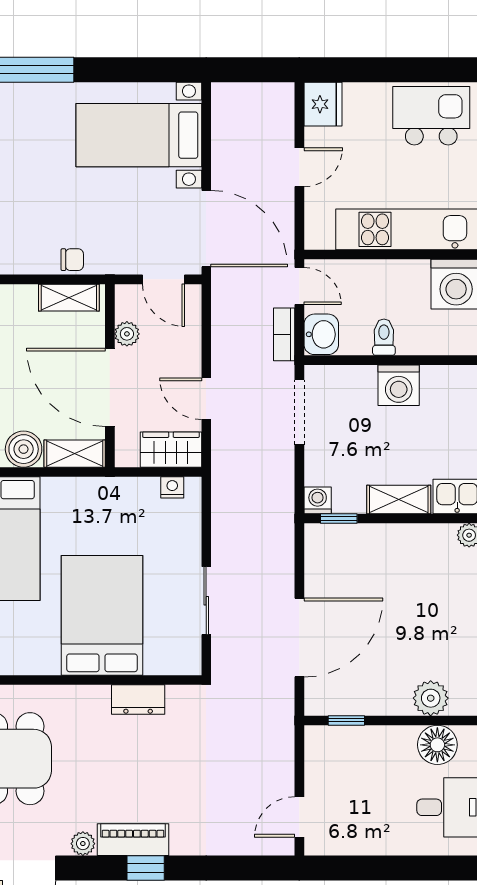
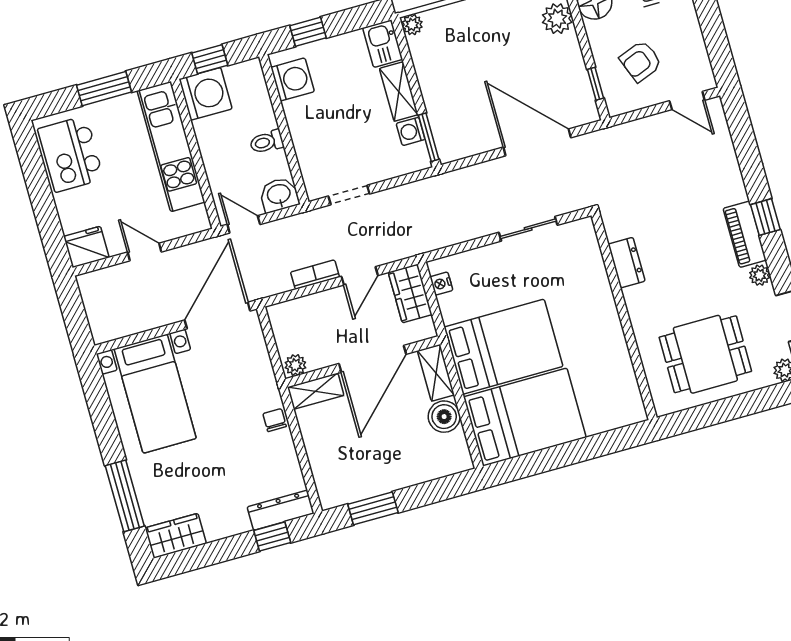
door: (163, 279) -> (270, 339), removed
door: (299, 286) -> (244, 224), hinge flipped
shelving: (69, 298) -> (316, 391), moved, turned 90
plant: (127, 334) -> (295, 365), moved
bookcase: (284, 334) -> (315, 275), moved, turned 180
washing machine: (399, 385) -> (293, 79), moved
doorway: (299, 412) -> (349, 195), width x0.73
washing machine: (318, 500) -> (411, 131), moved
window: (339, 519) -> (429, 137), width x1.50
bed: (102, 615) -> (503, 347), moved, turned 180
armchair: (357, 778) -> (641, 61), added

